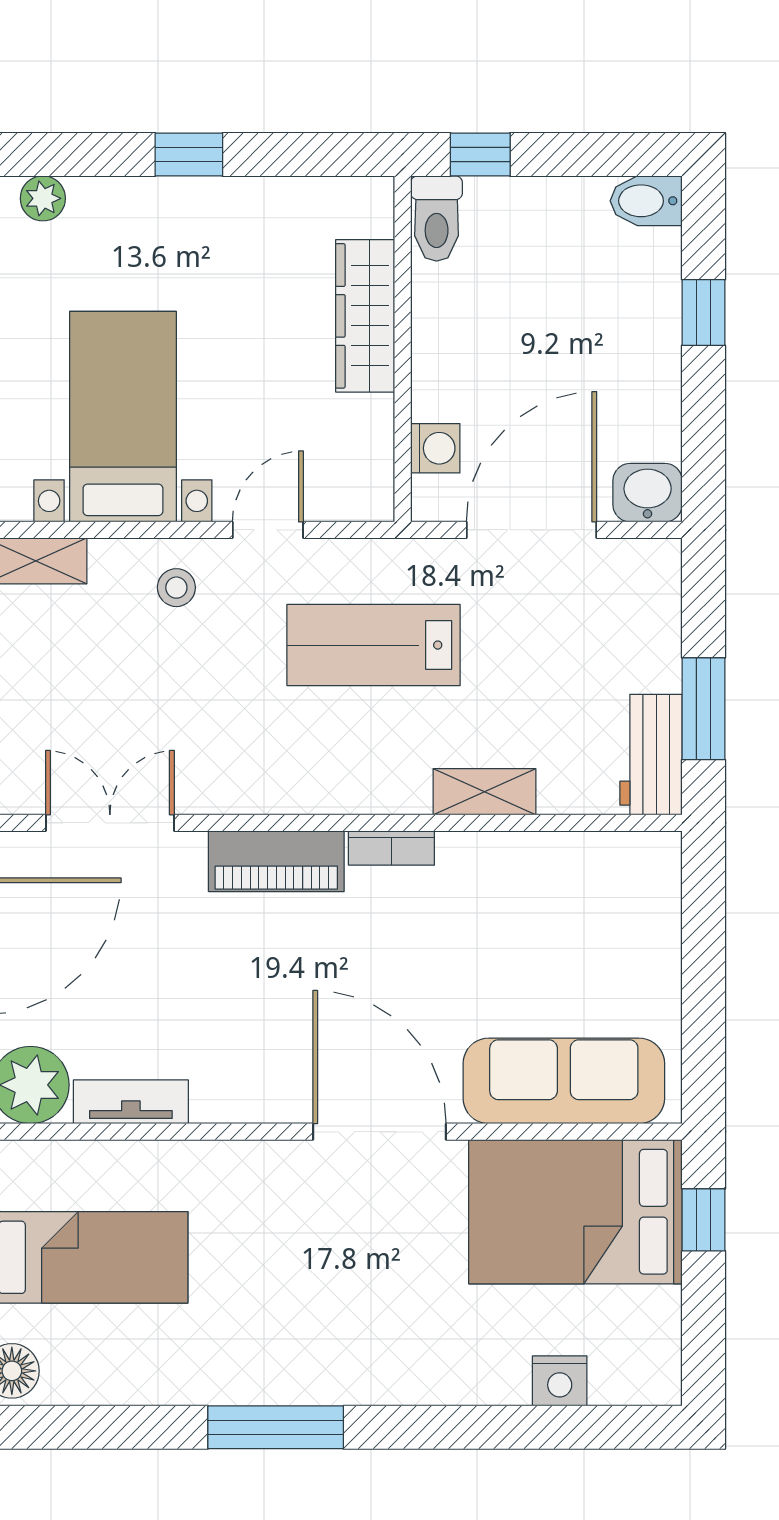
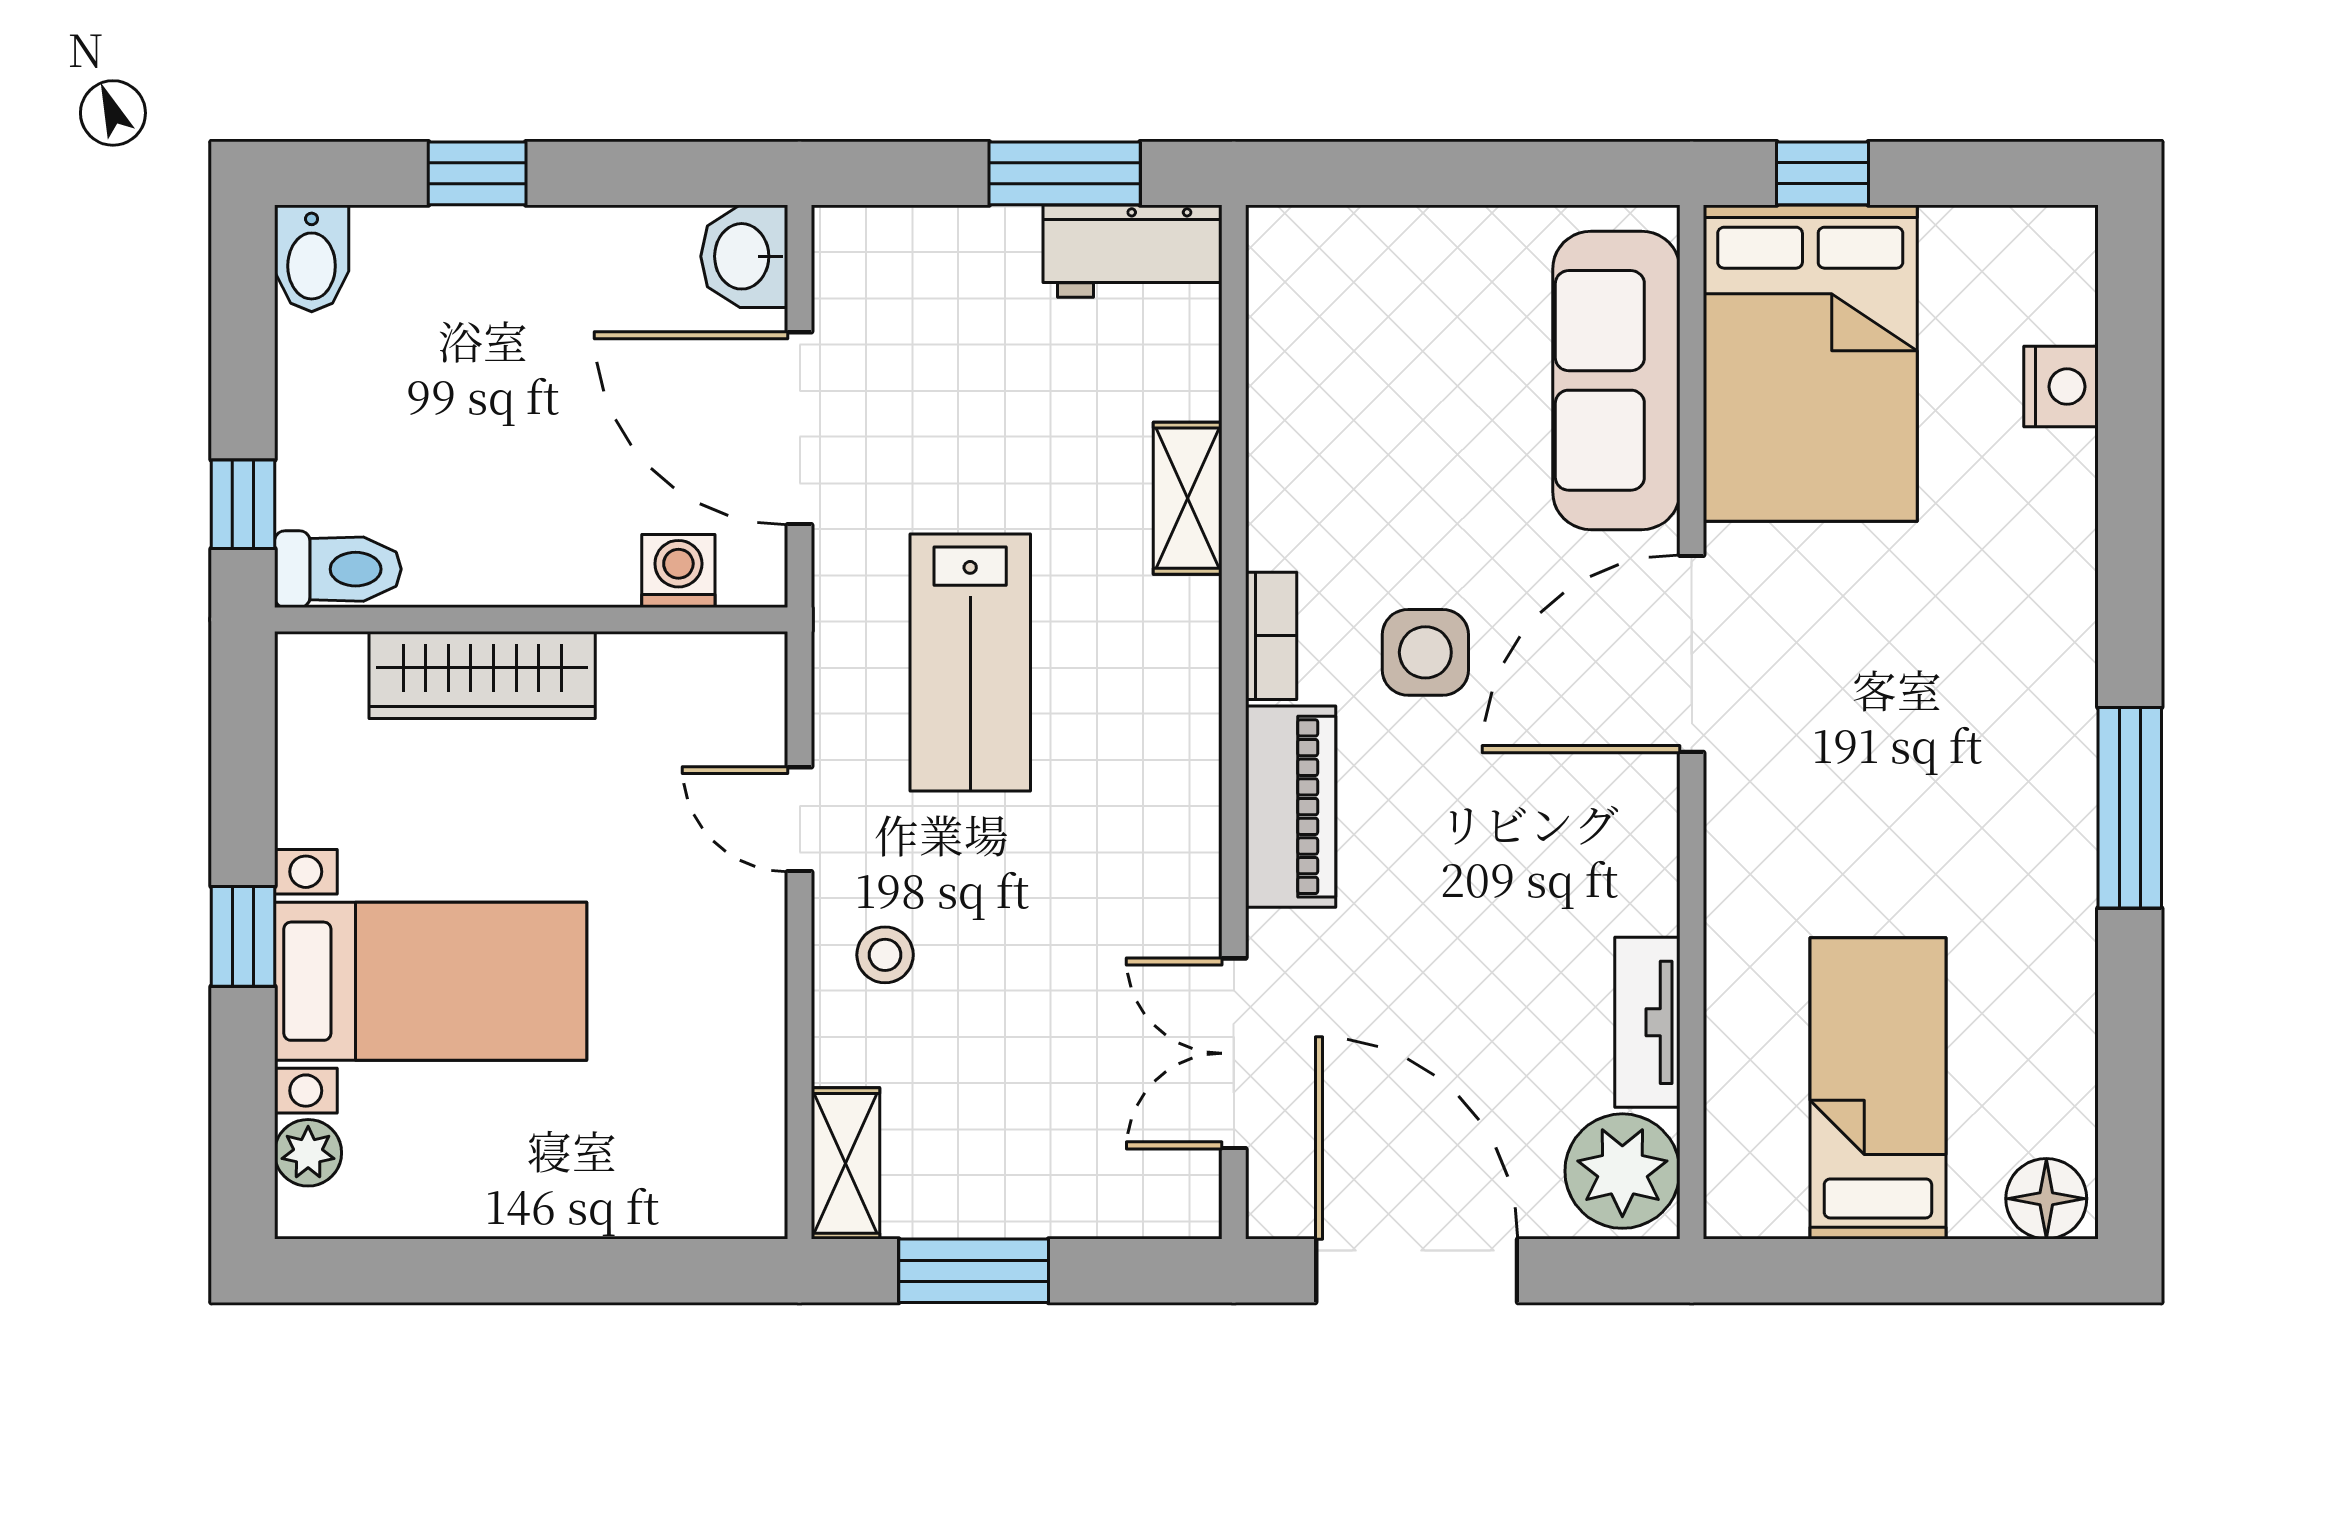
bed with nightstands: (123, 417) -> (431, 981), moved, turned 180
side table: (380, 952) -> (1425, 652), added

